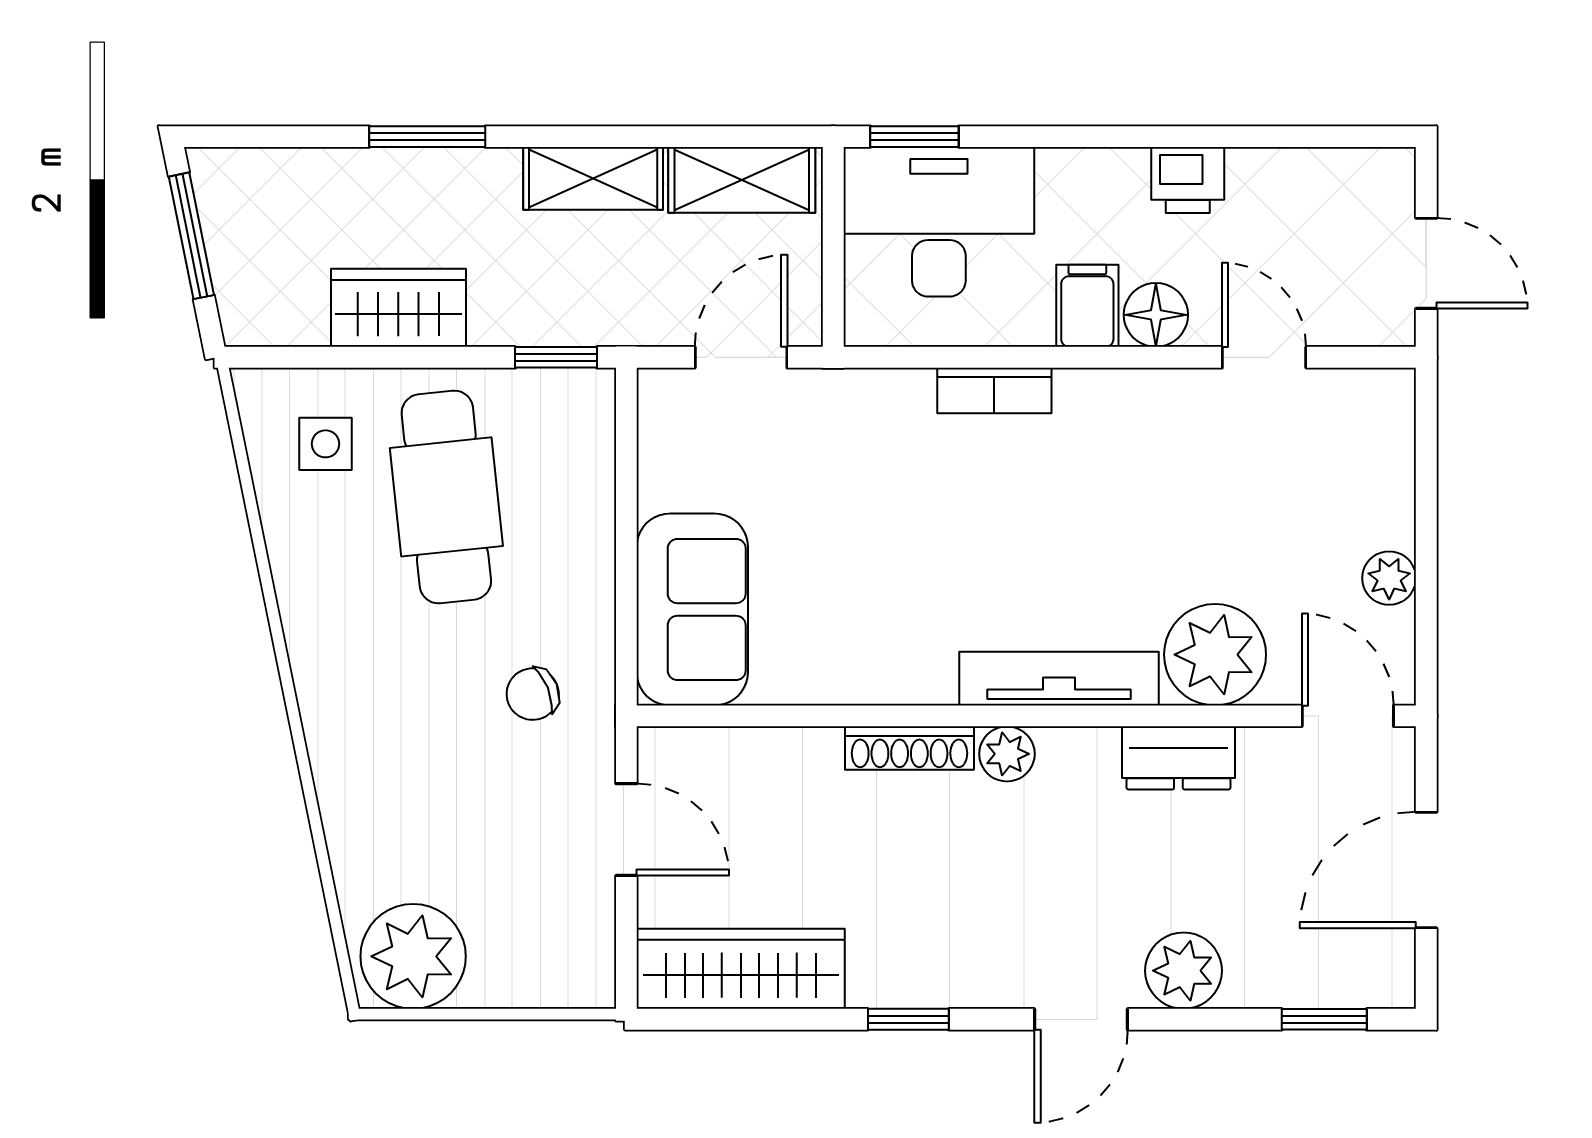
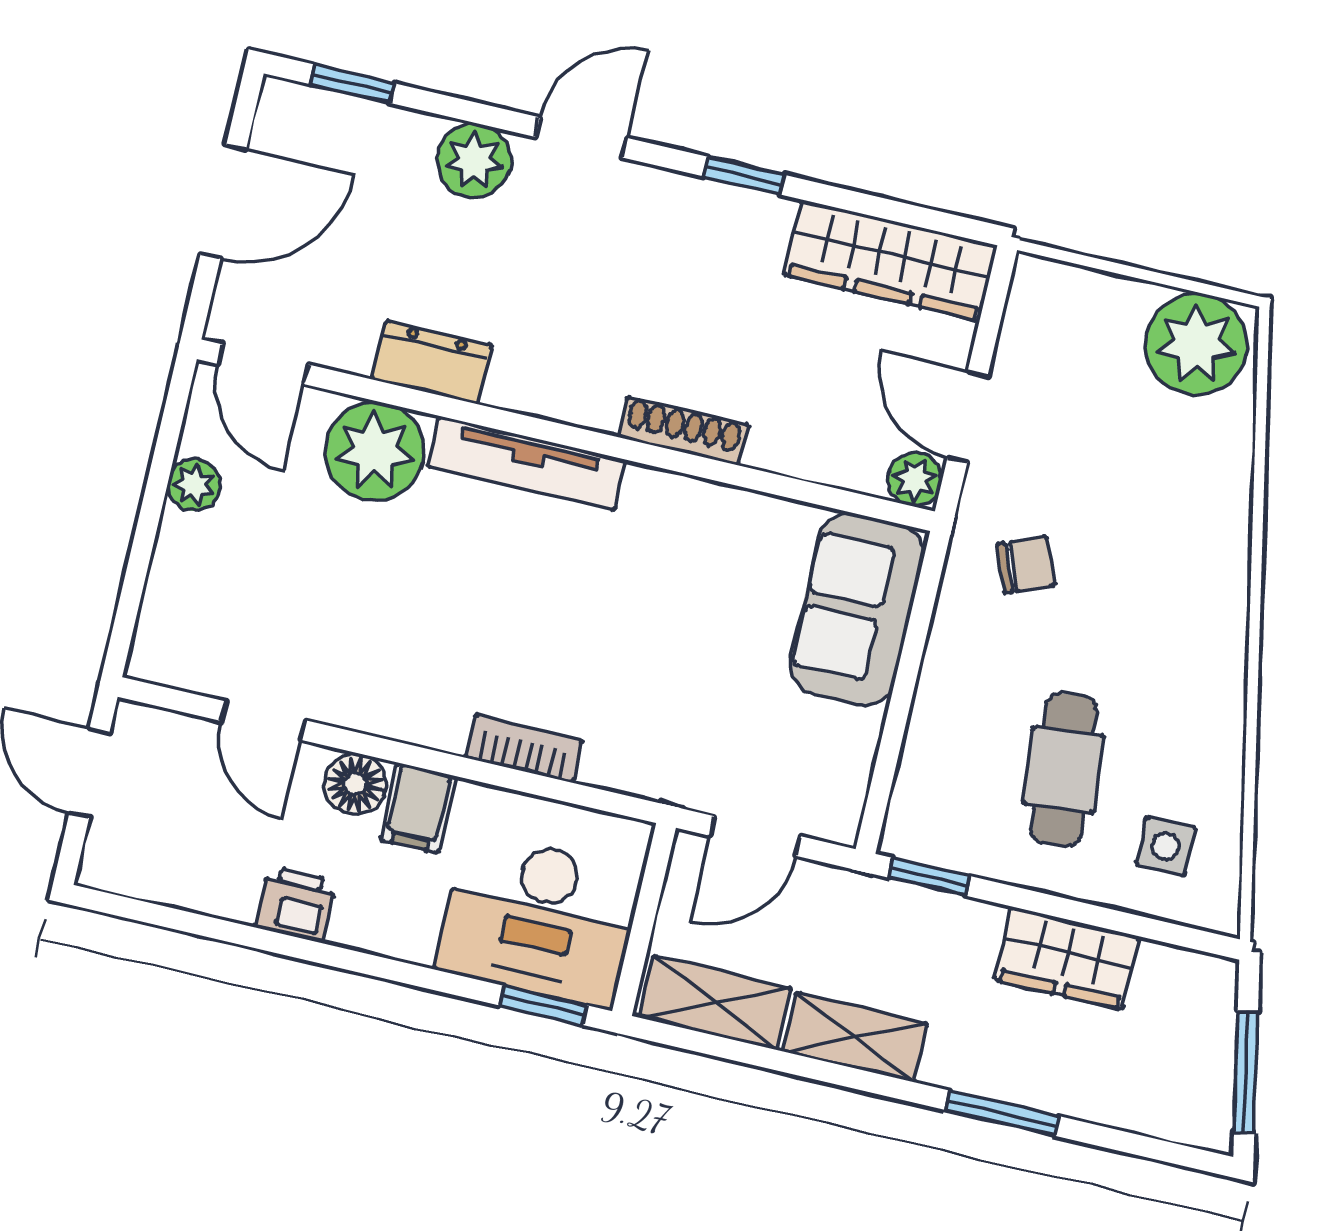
cafe table: (446, 497) -> (1064, 770), width x0.73, depth x0.74
plant: (1007, 754) -> (915, 479), moved

